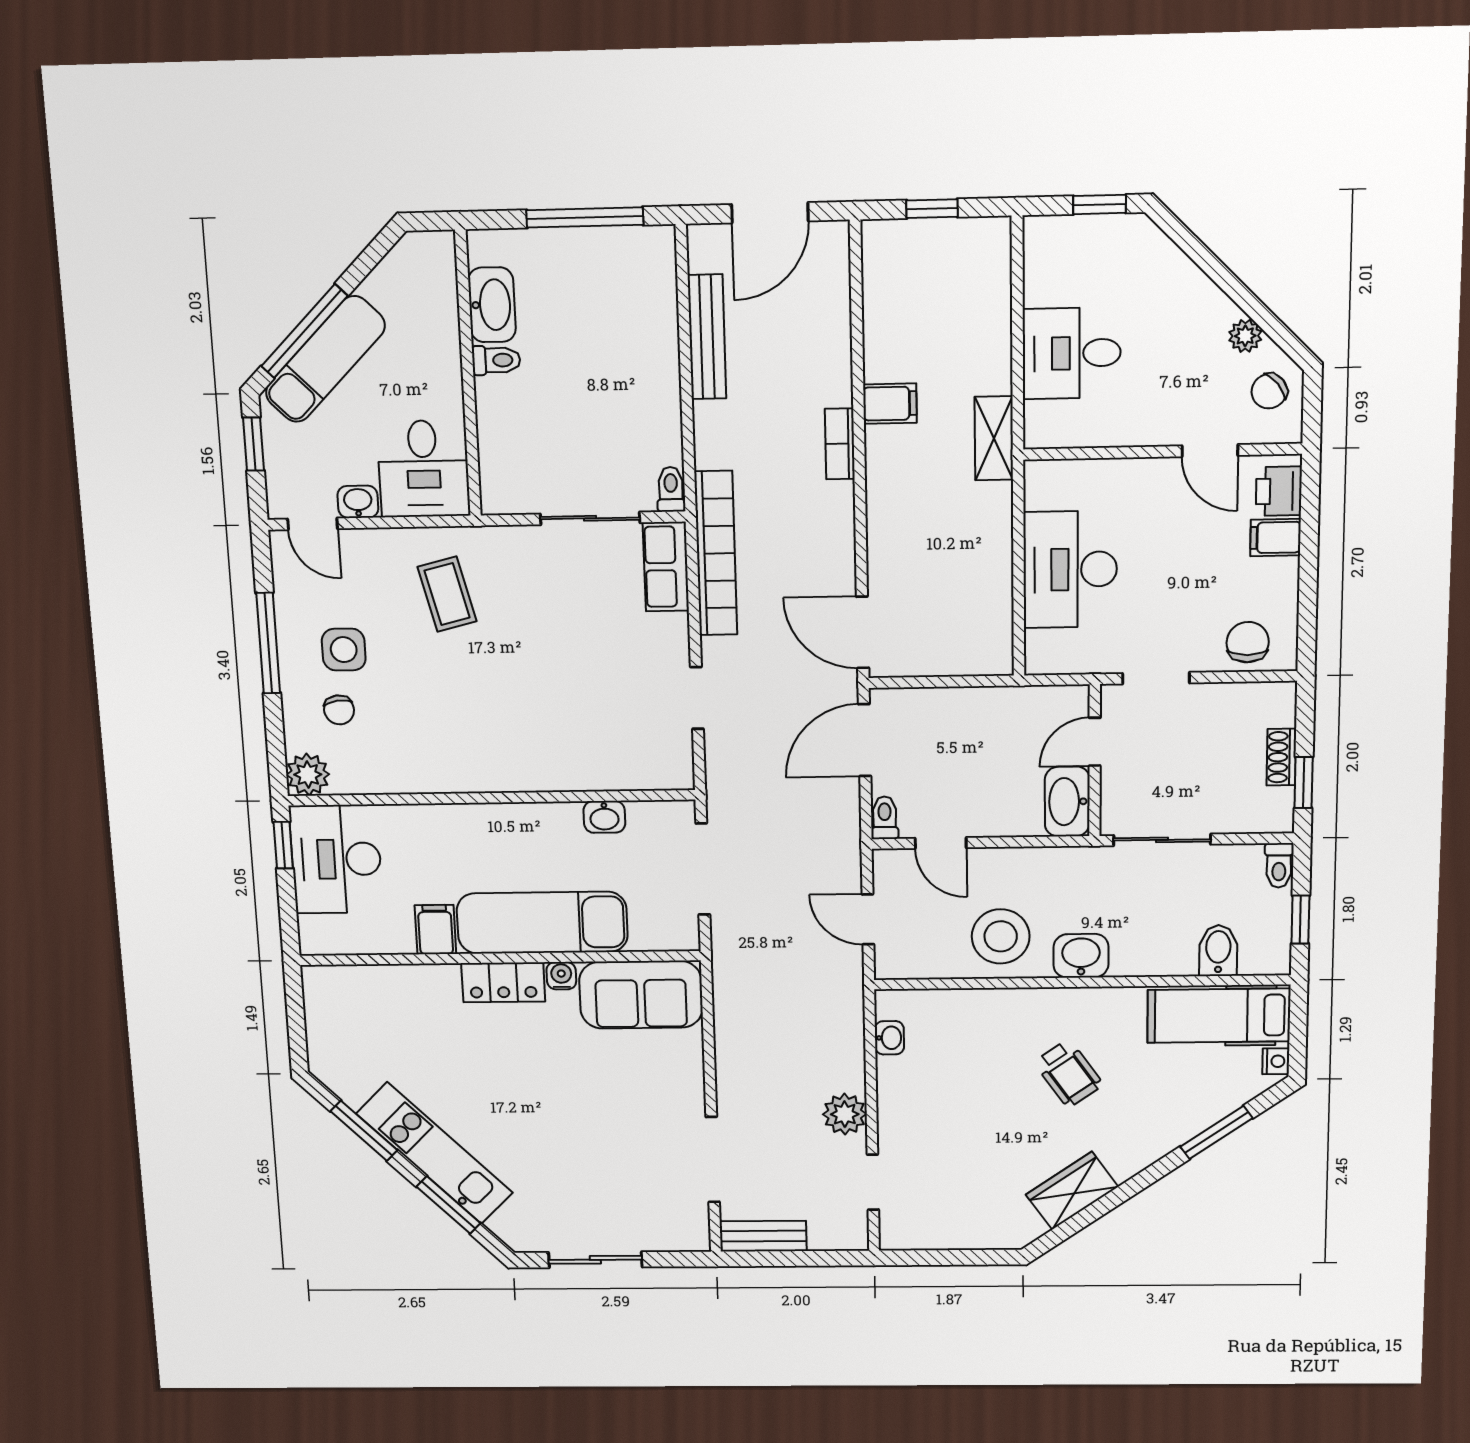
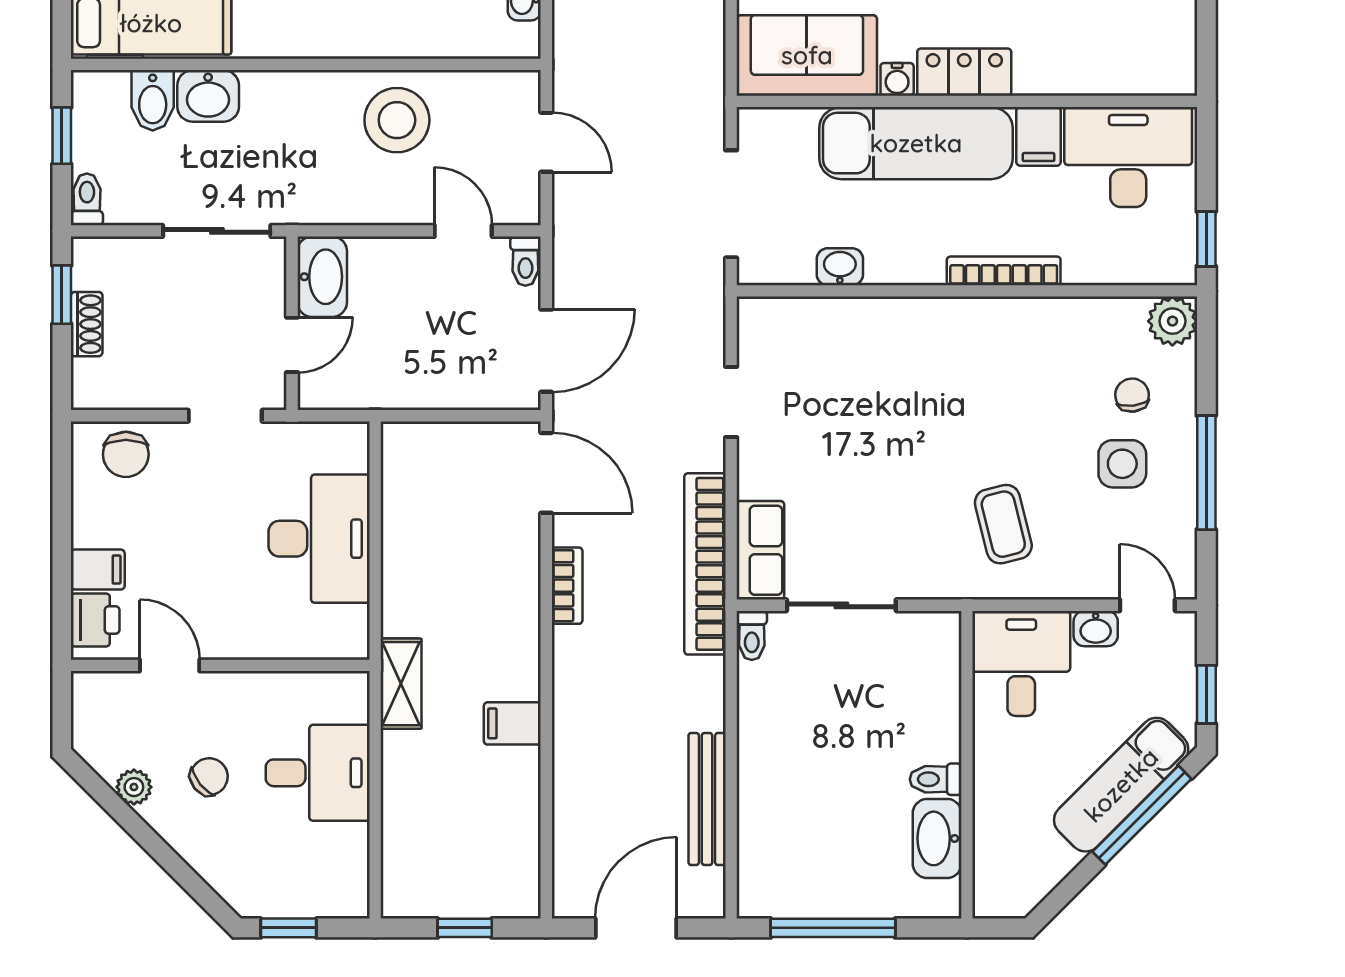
chair: (1269, 391) -> (209, 777), moved
bookcase: (840, 444) -> (567, 586), moved
bookcase: (459, 815) -> (1004, 271), added
desk: (336, 859) -> (1128, 157), moved, turned -90
washbasin: (1081, 956) -> (208, 96), moved

